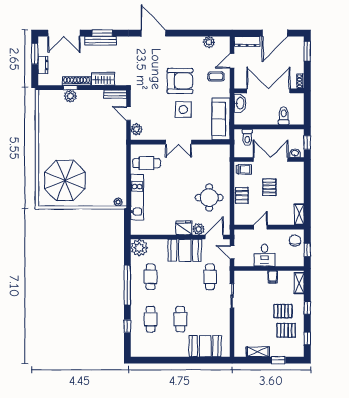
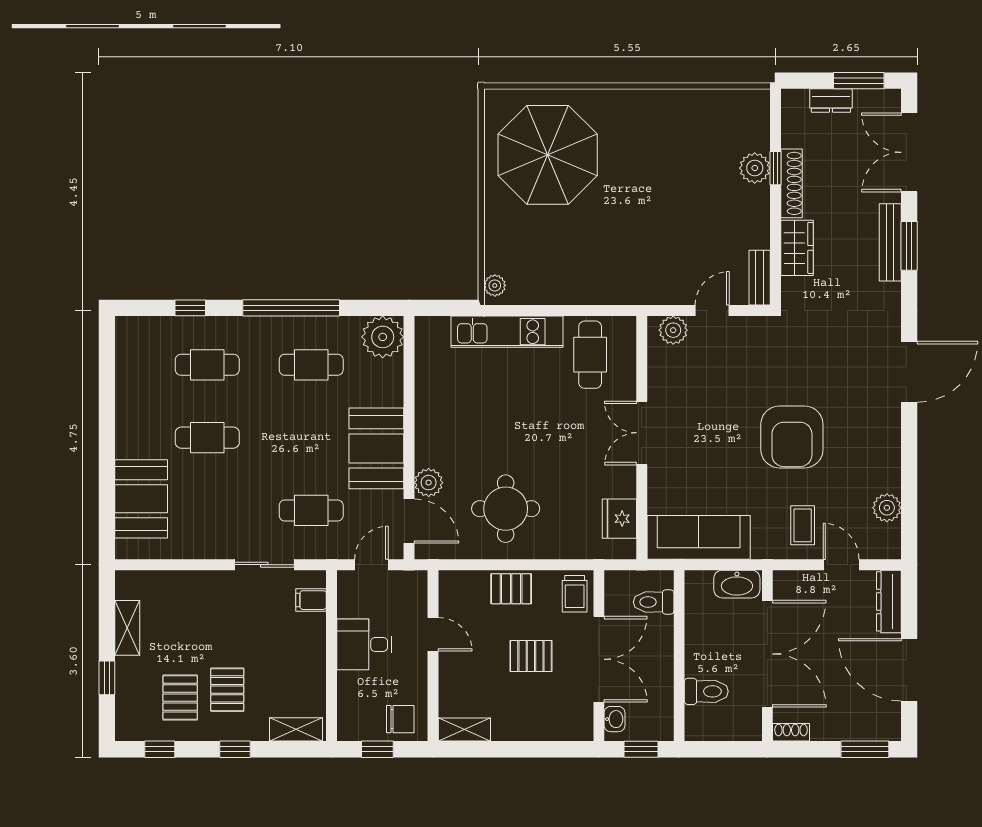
side table: (183, 110) -> (722, 445), removed
fridge: (184, 228) -> (619, 519), moved, turned 180
filing cabinet: (273, 277) -> (311, 600), moved

